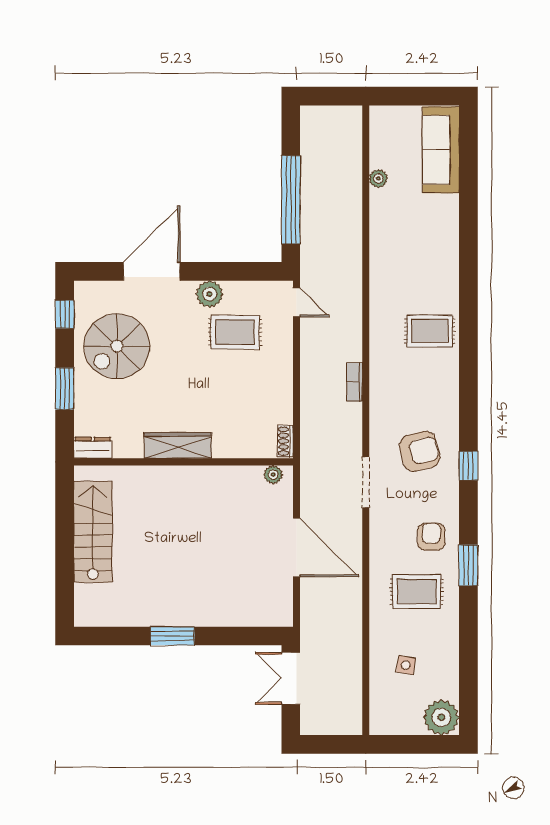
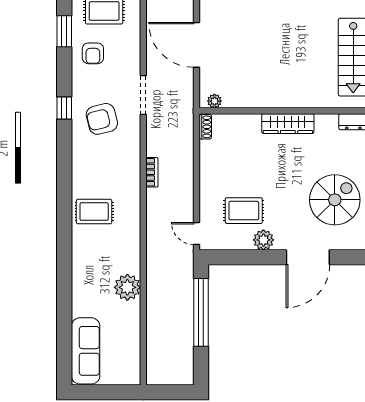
plant: (378, 179) -> (127, 287), moved, width x1.88, depth x1.88

